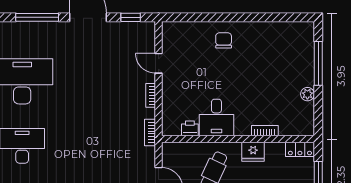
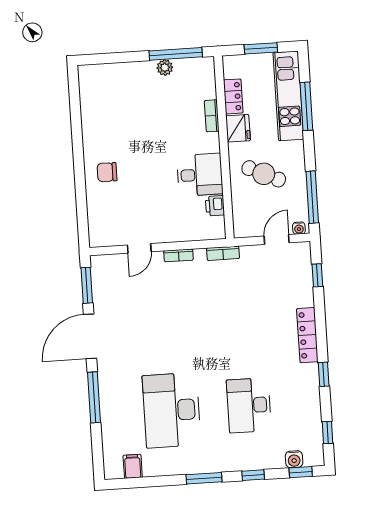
window: (131, 17) -> (87, 285), width x1.50
window: (318, 63) -> (176, 54), moved
locker: (300, 149) -> (233, 96), moved

